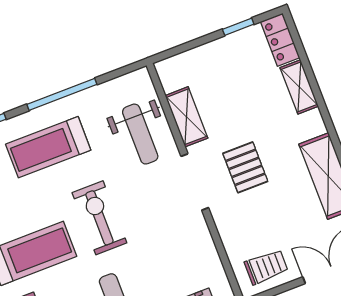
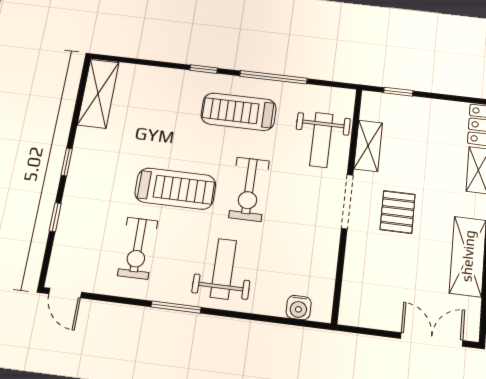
window: (238, 27) -> (398, 92), moved
exercise bike: (99, 218) -> (249, 189), turned 180
trolley: (266, 267) -> (373, 306), removed

